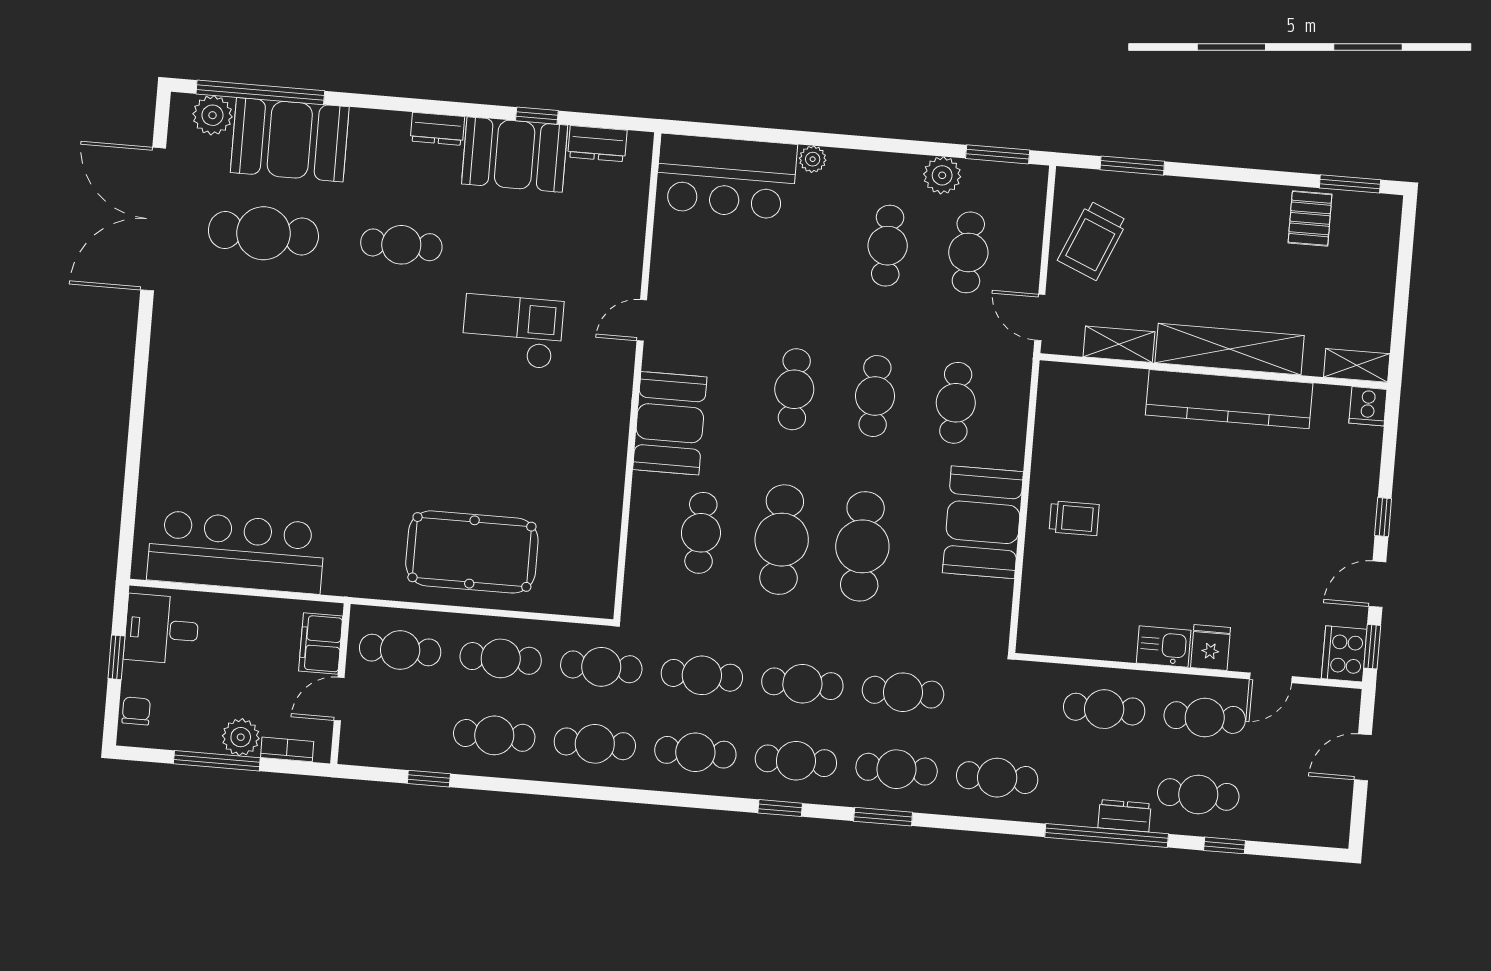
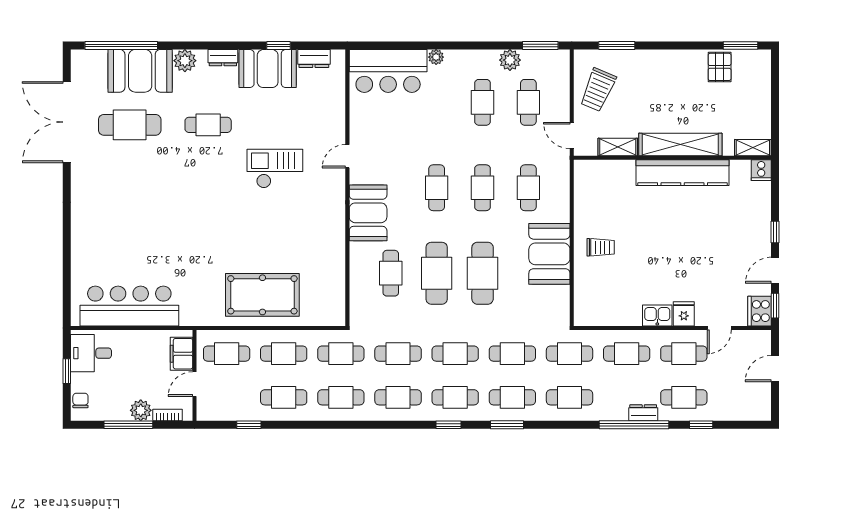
plant: (213, 115) -> (185, 61), moved
cafe table: (1004, 701) -> (569, 354), added

